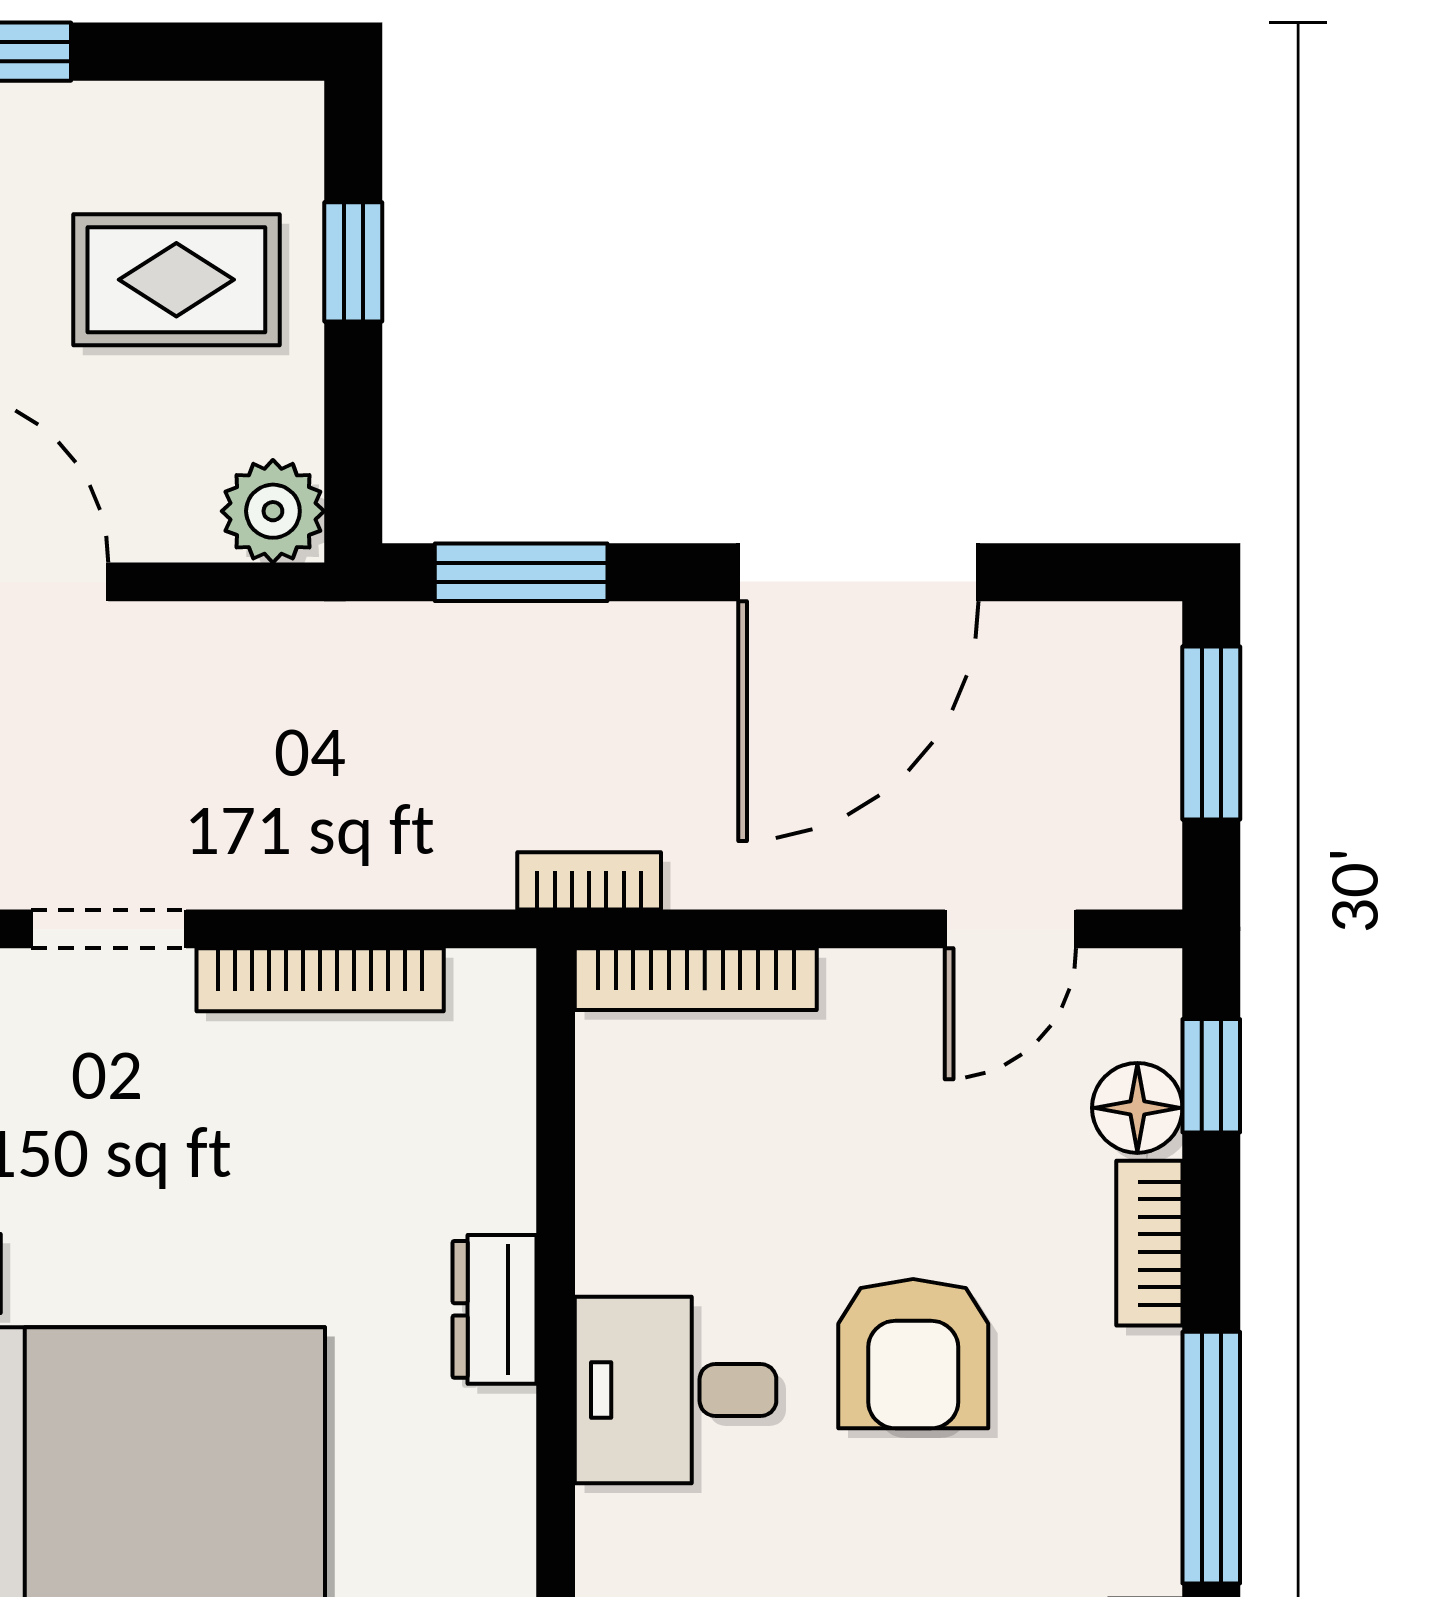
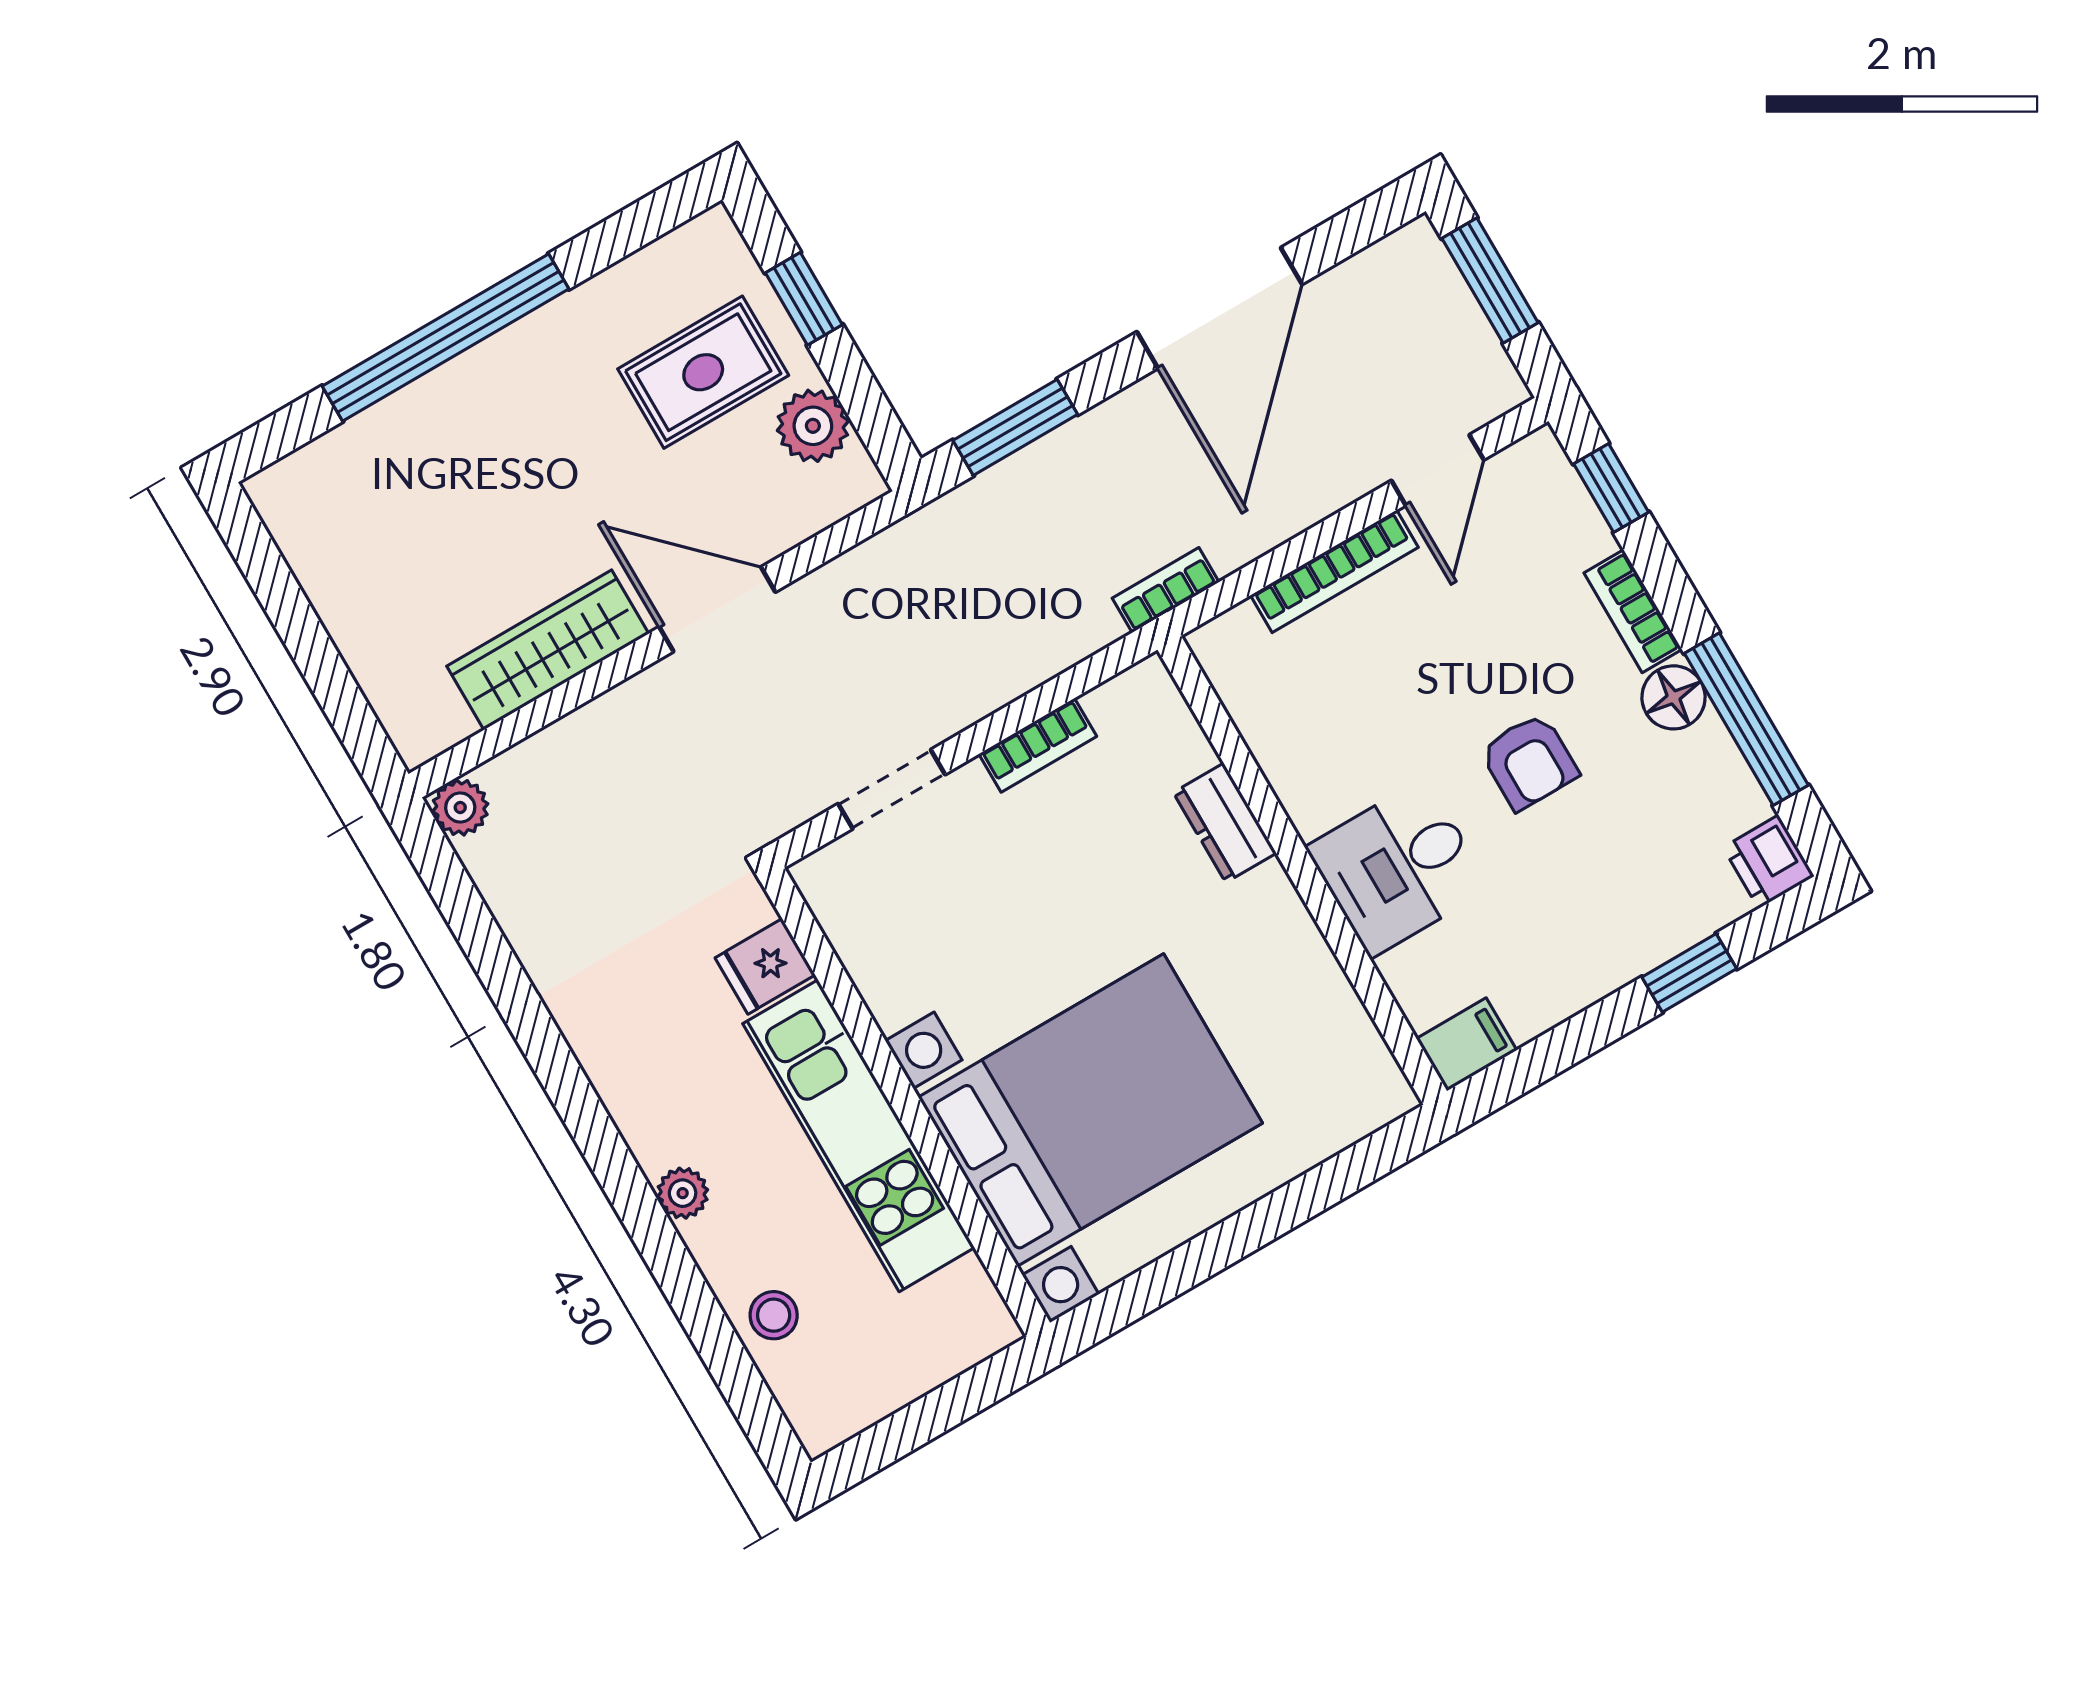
plant: (273, 511) -> (813, 426), moved
bookcase: (696, 979) -> (1334, 571), moved
bookcase: (320, 980) -> (1038, 745), width x0.64
floor lamp: (1137, 1108) -> (1673, 697), moved
dresser: (494, 1309) -> (1225, 823), moved
armchair: (913, 1354) -> (1529, 762), width x0.72, depth x0.72

